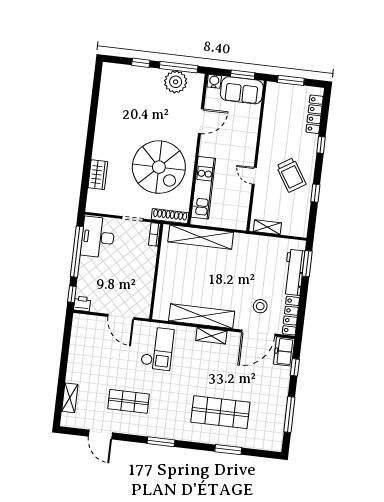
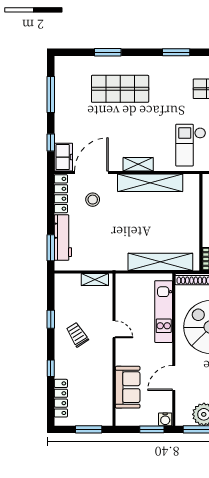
window: (243, 75) -> (152, 429), moved
sofa: (242, 90) -> (128, 387), moved, turned 90
trolley: (291, 175) -> (77, 335), width x0.73, depth x0.72

